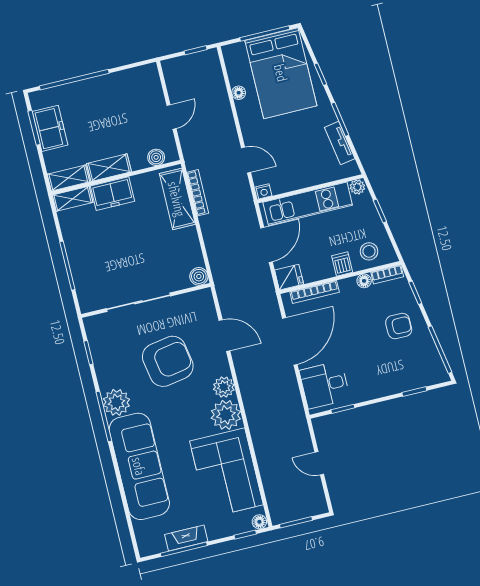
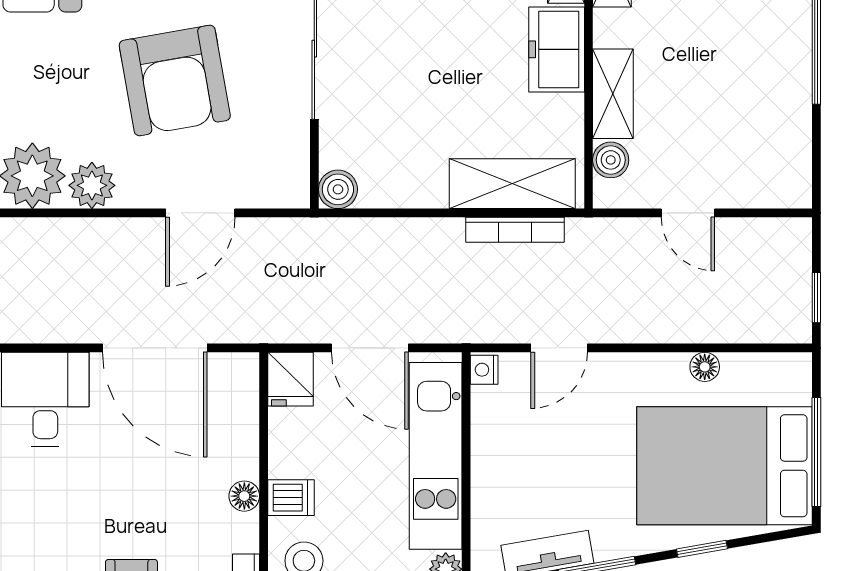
shelving: (109, 168) -> (613, 94), moved
floor lamp: (364, 281) -> (244, 496), moved
bookcase: (315, 292) -> (246, 425), removed

